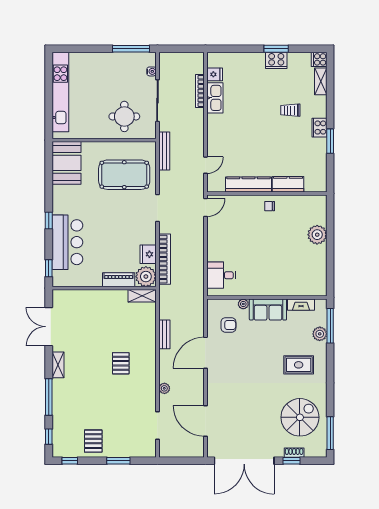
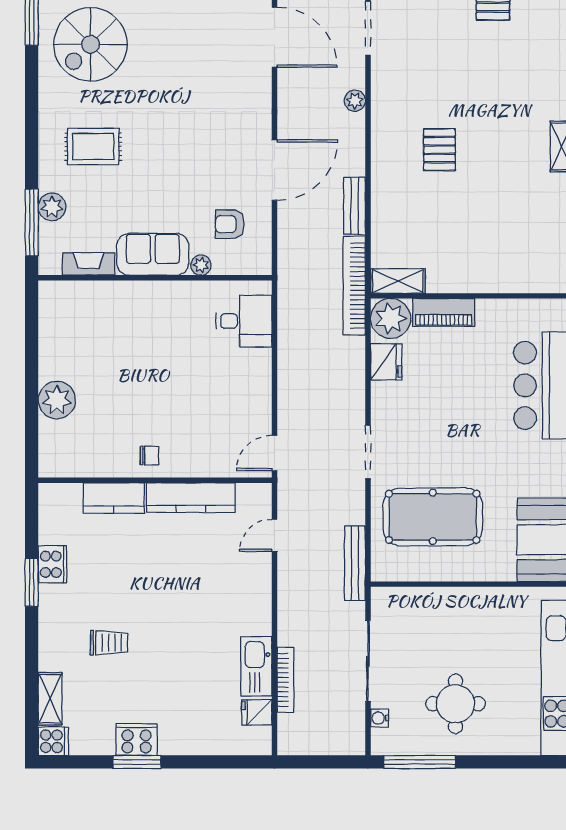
round table: (124, 116) -> (455, 704), moved
cooker: (319, 128) -> (53, 564), moved
bookcase: (165, 259) -> (354, 286), moved

